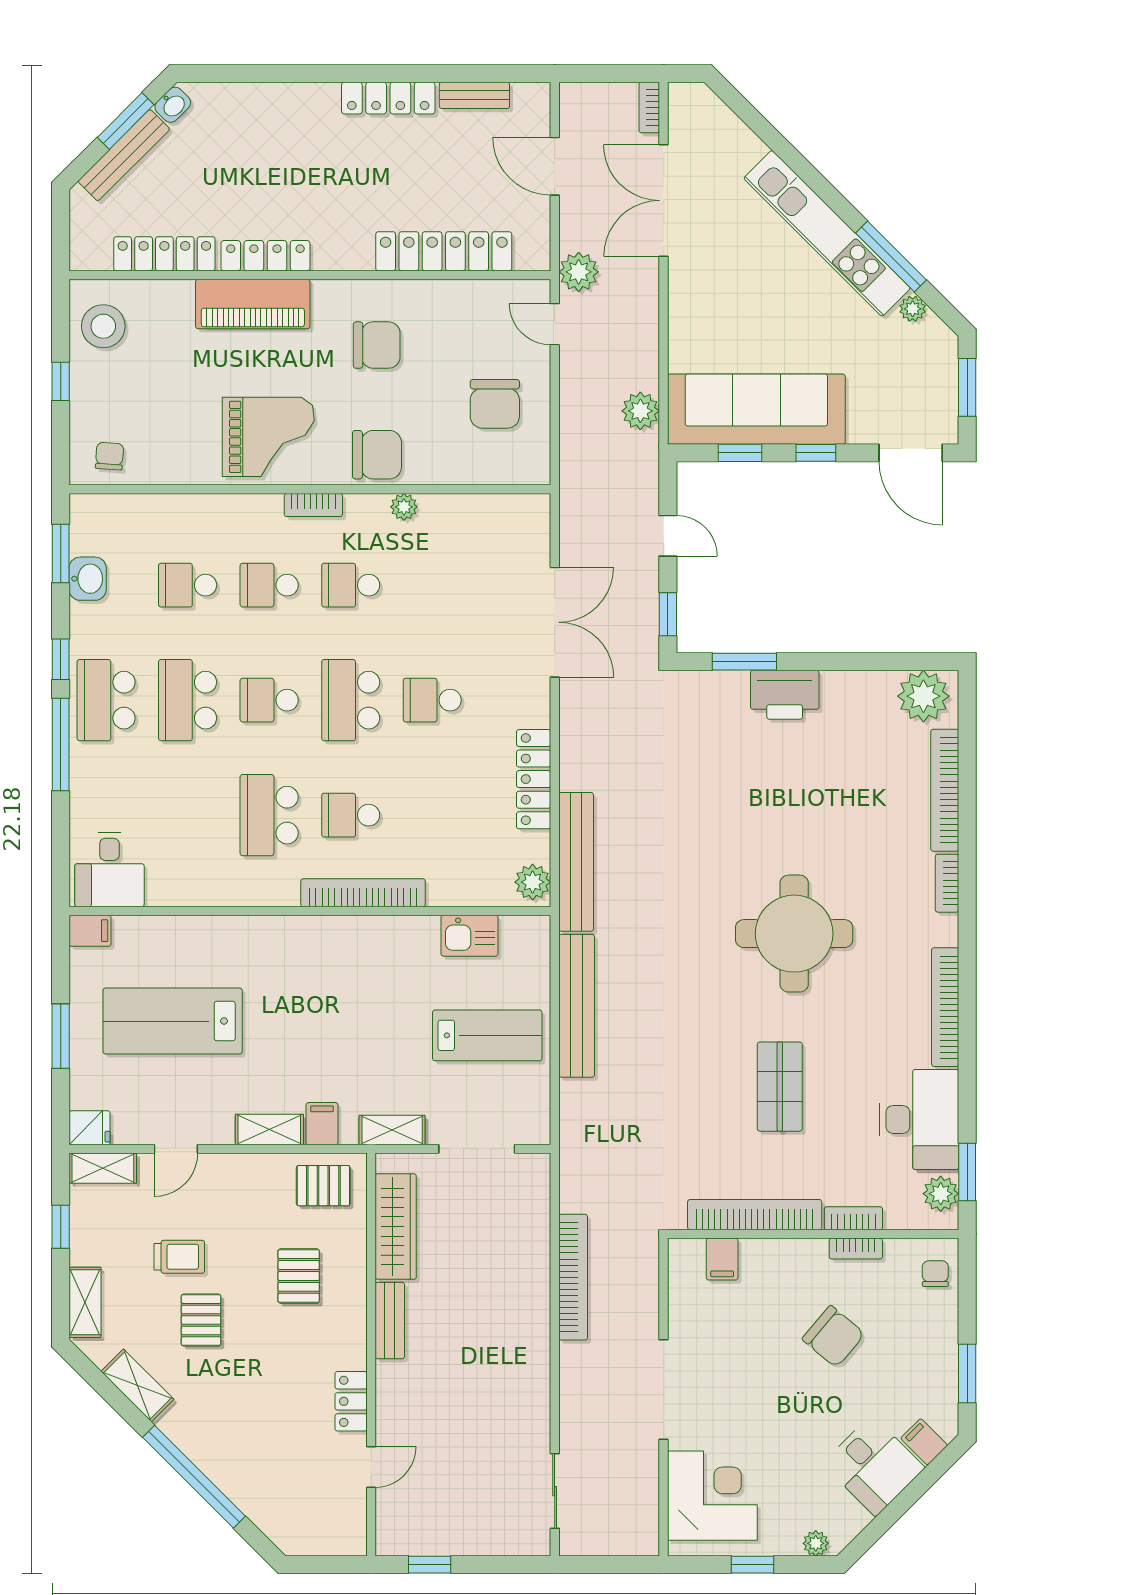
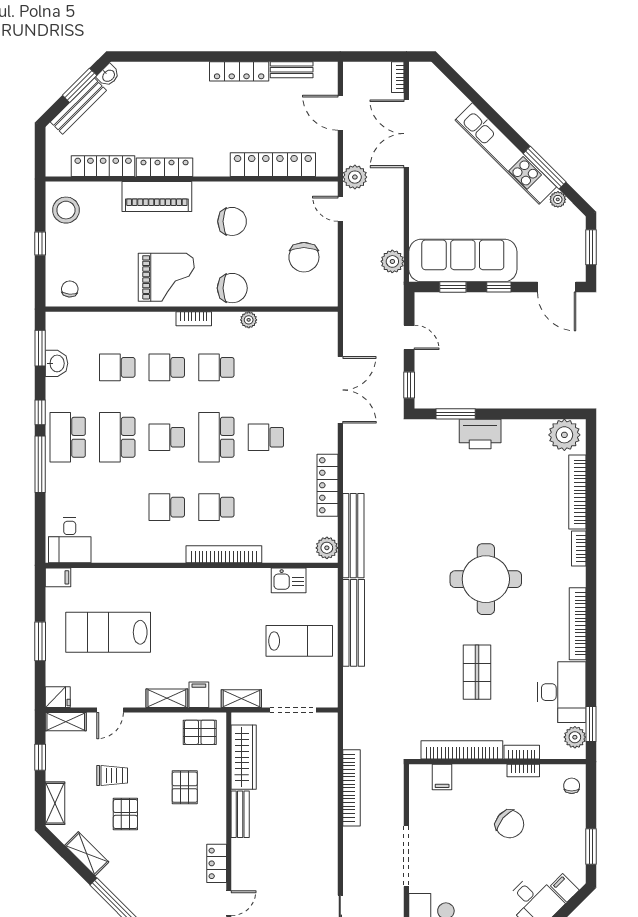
school desk: (269, 815) -> (167, 507), width x0.54

